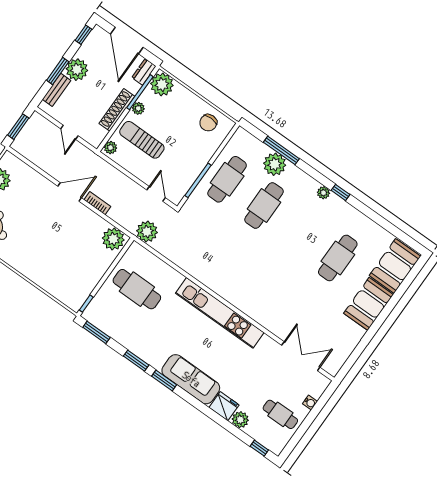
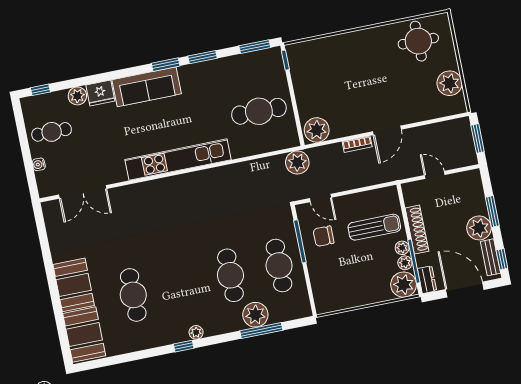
bench: (56, 90) -> (490, 257), moved
chair: (208, 123) -> (323, 236), moved, turned -90
plant: (111, 148) -> (405, 263), moved

